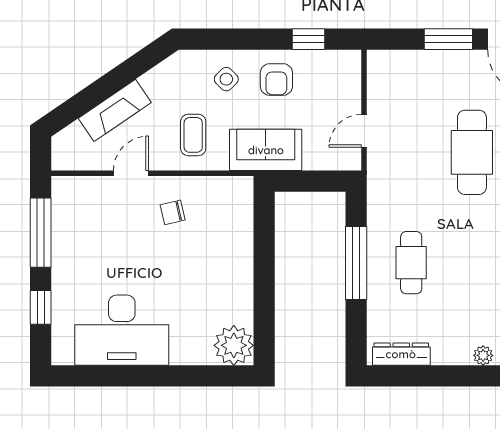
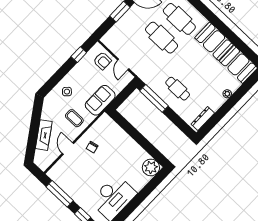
armchair: (276, 80) -> (102, 61), moved
window: (356, 263) -> (154, 98), moved

